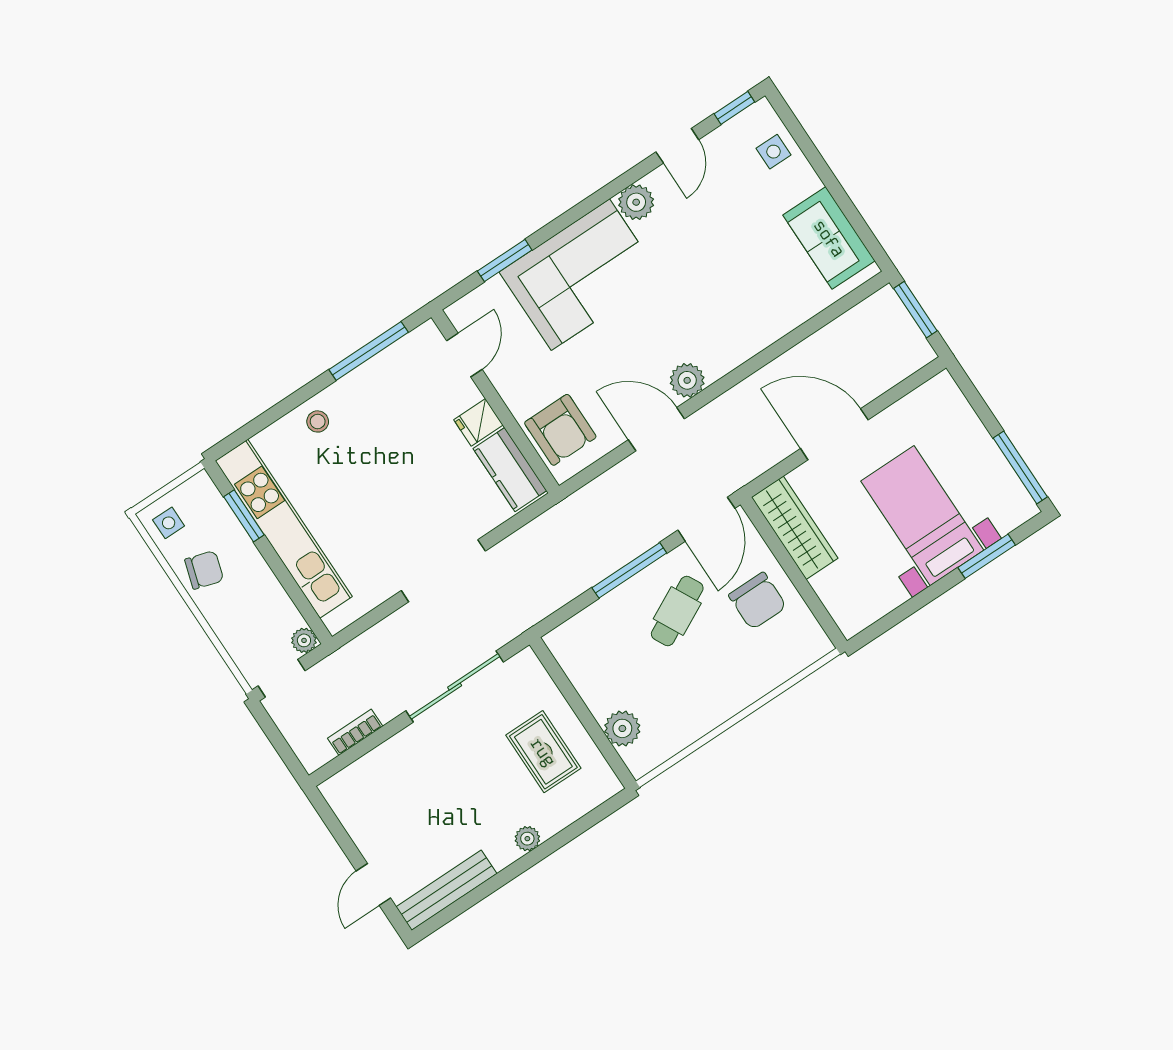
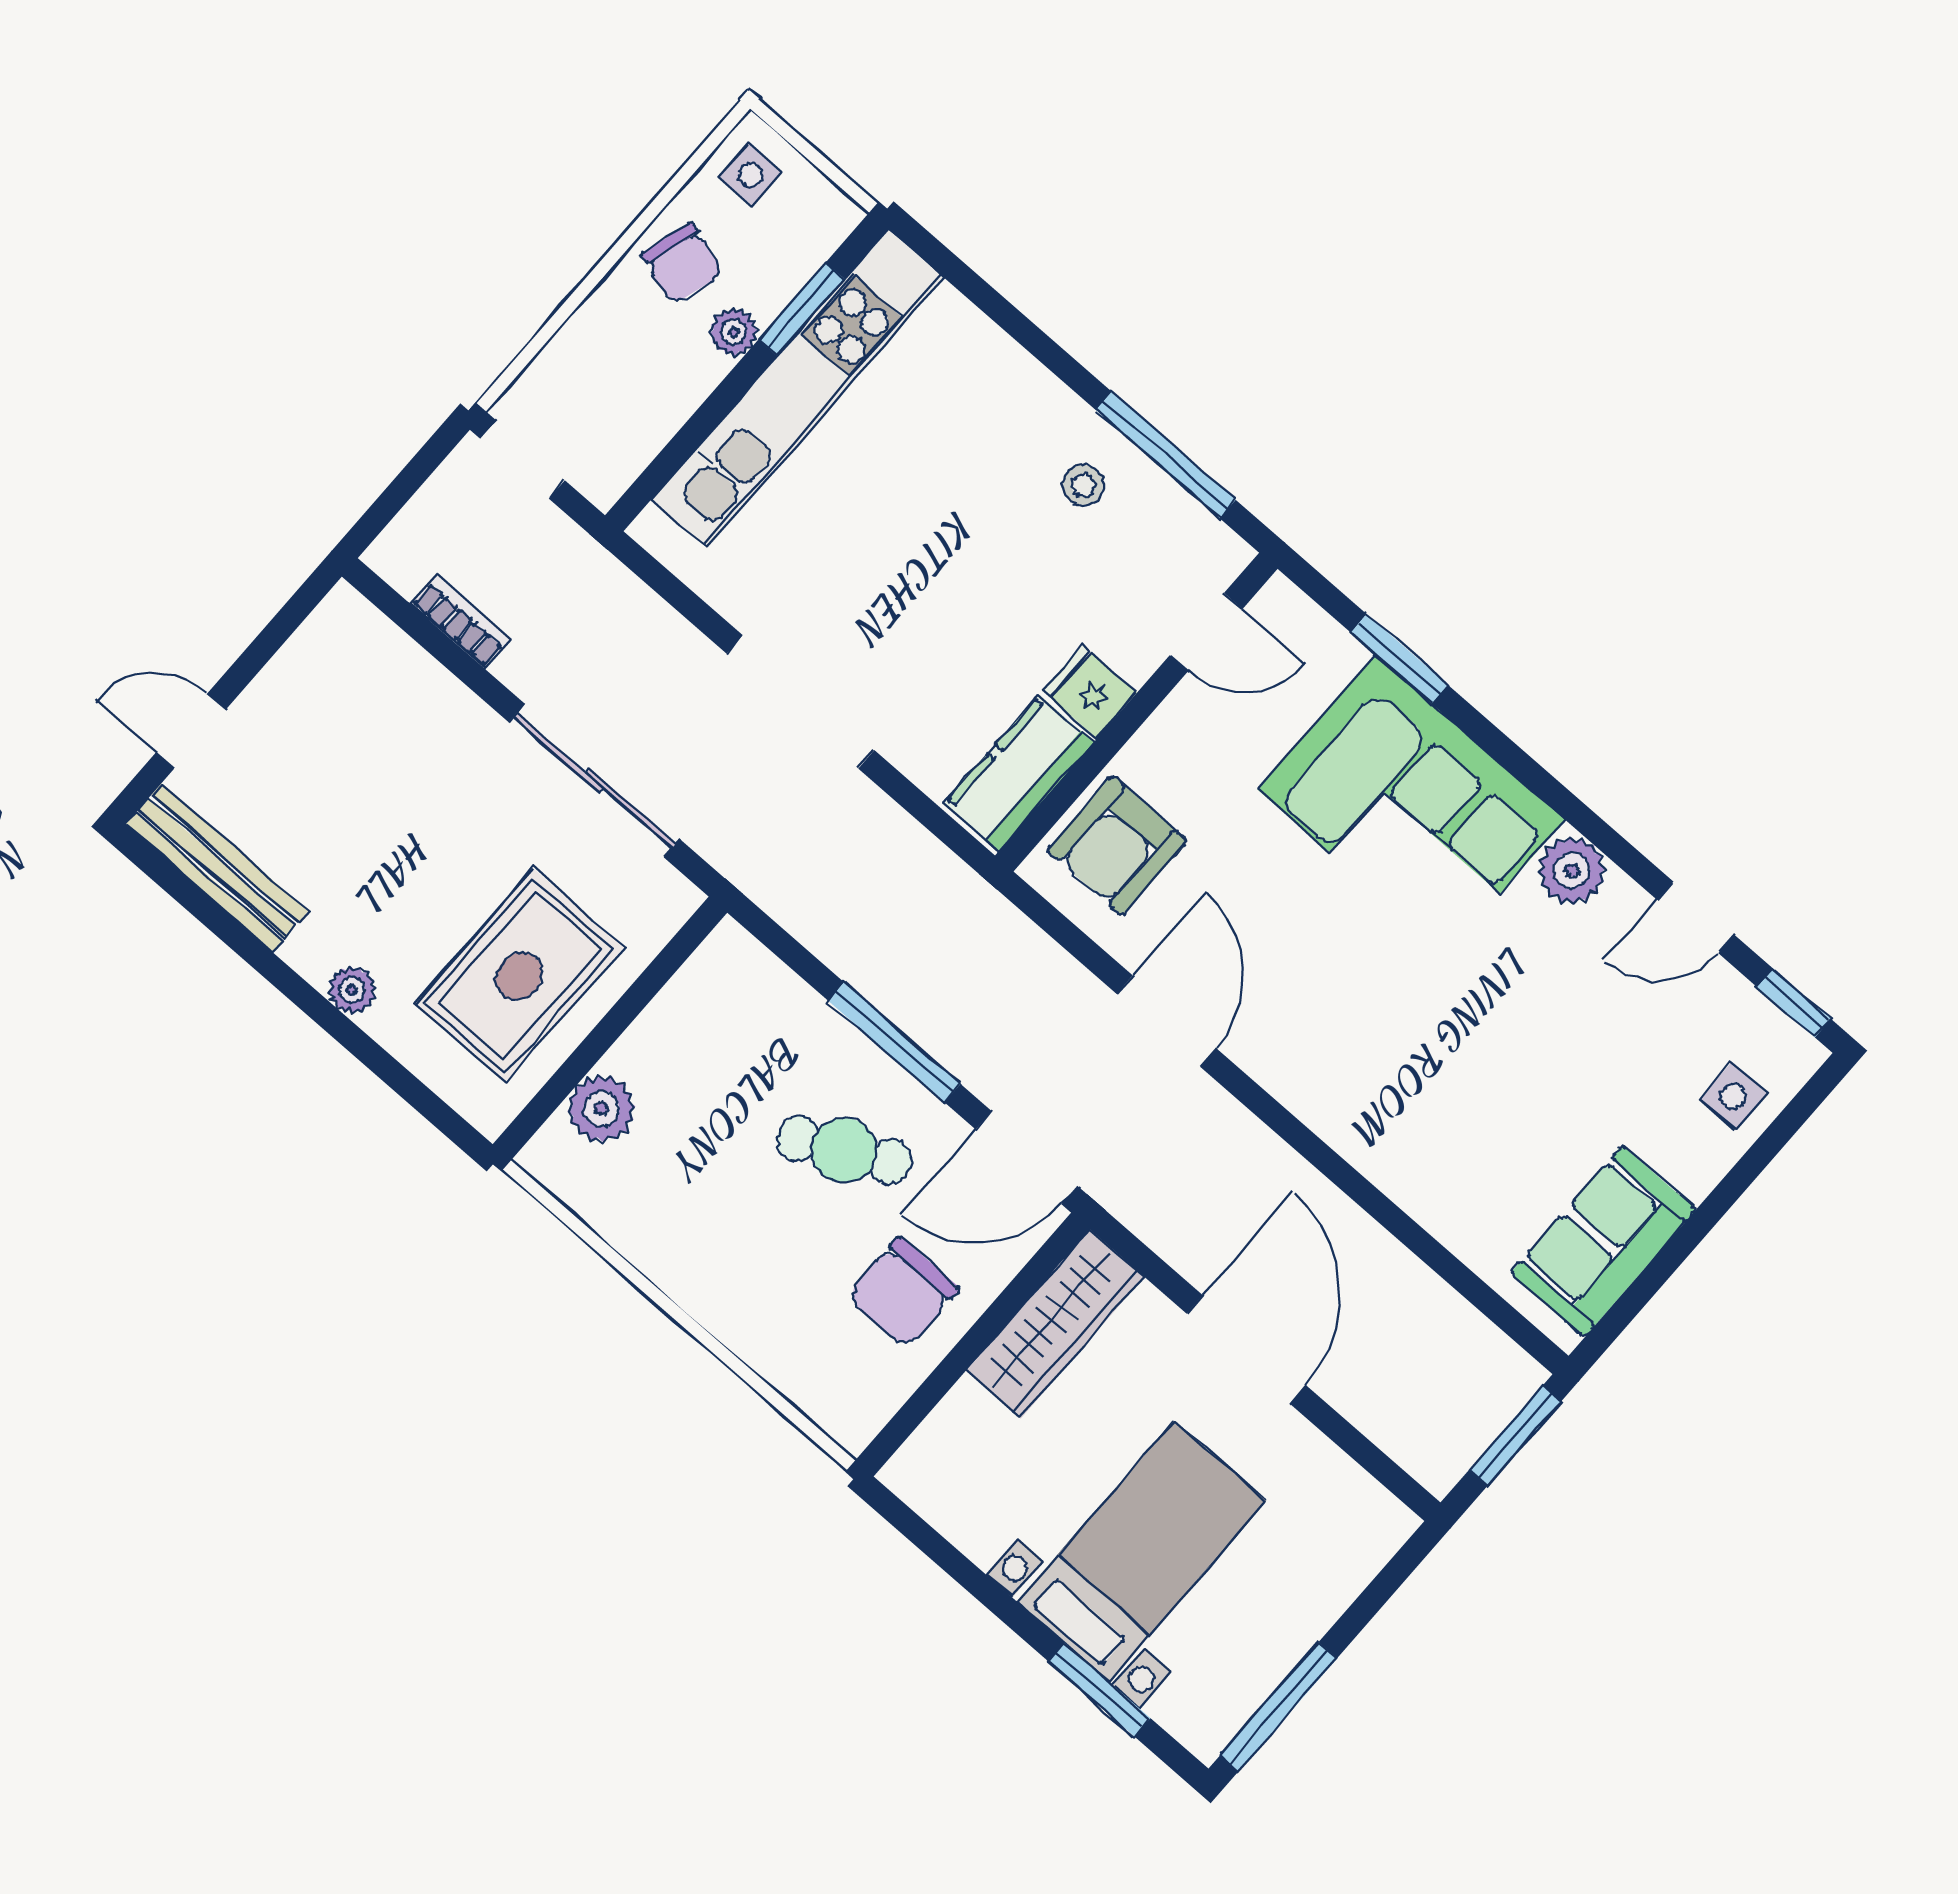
plant: (687, 380) -> (1271, 1053), removed
stool: (318, 421) -> (1083, 485), moved
plant: (304, 640) -> (734, 332), moved
rug: (543, 752) -> (519, 976), width x1.36, depth x1.43

